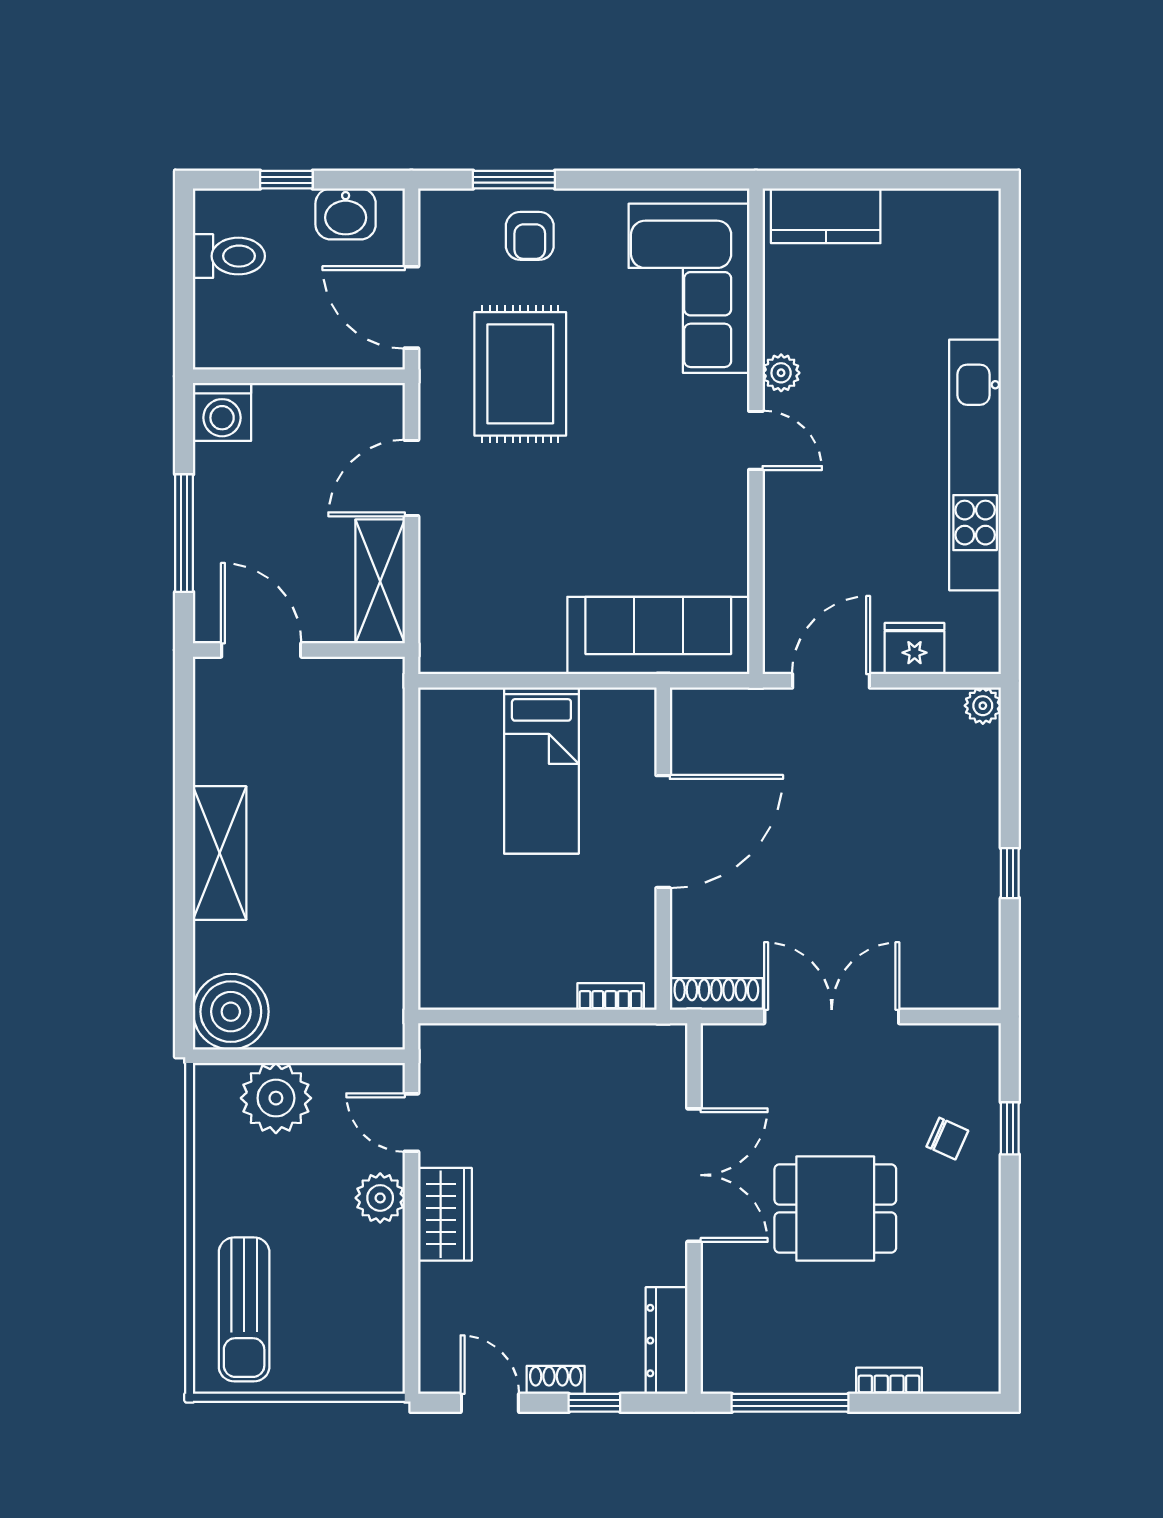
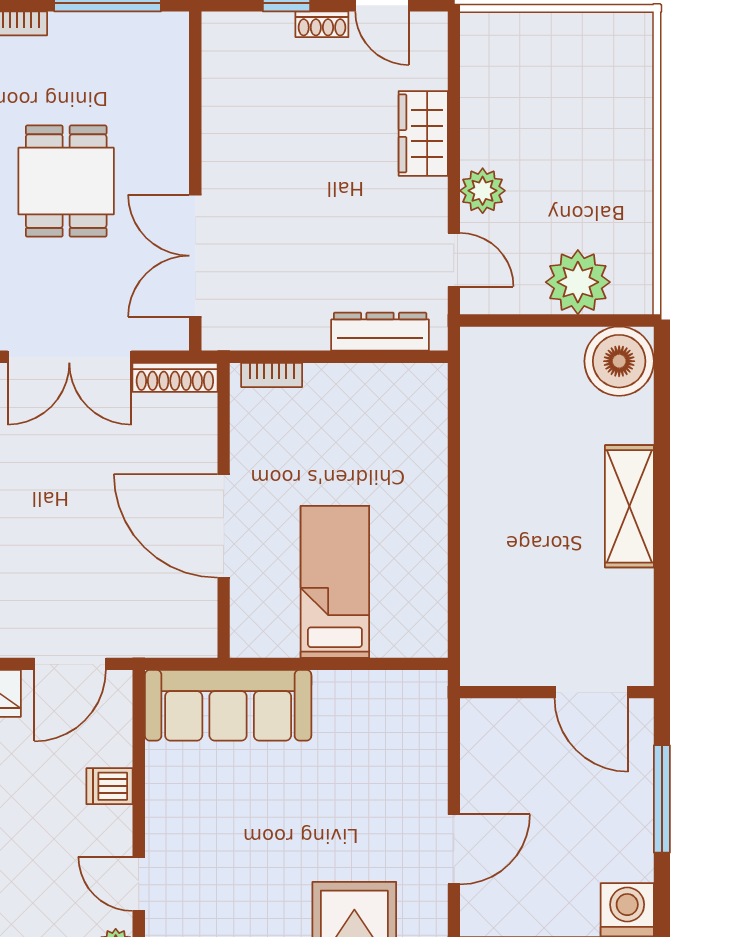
dishwasher: (788, 547) -> (109, 786), added
shelving: (380, 581) -> (483, 755), removed
door: (663, 832) -> (224, 526), hinge flipped
double door: (694, 1175) -> (195, 256), moved
dining table: (835, 1208) -> (66, 181), turned 90
wardrobe: (445, 1214) -> (423, 133), moved
sun lounger: (244, 1309) -> (607, 89), removed
dresser: (667, 1341) -> (380, 332), moved, turned -90

